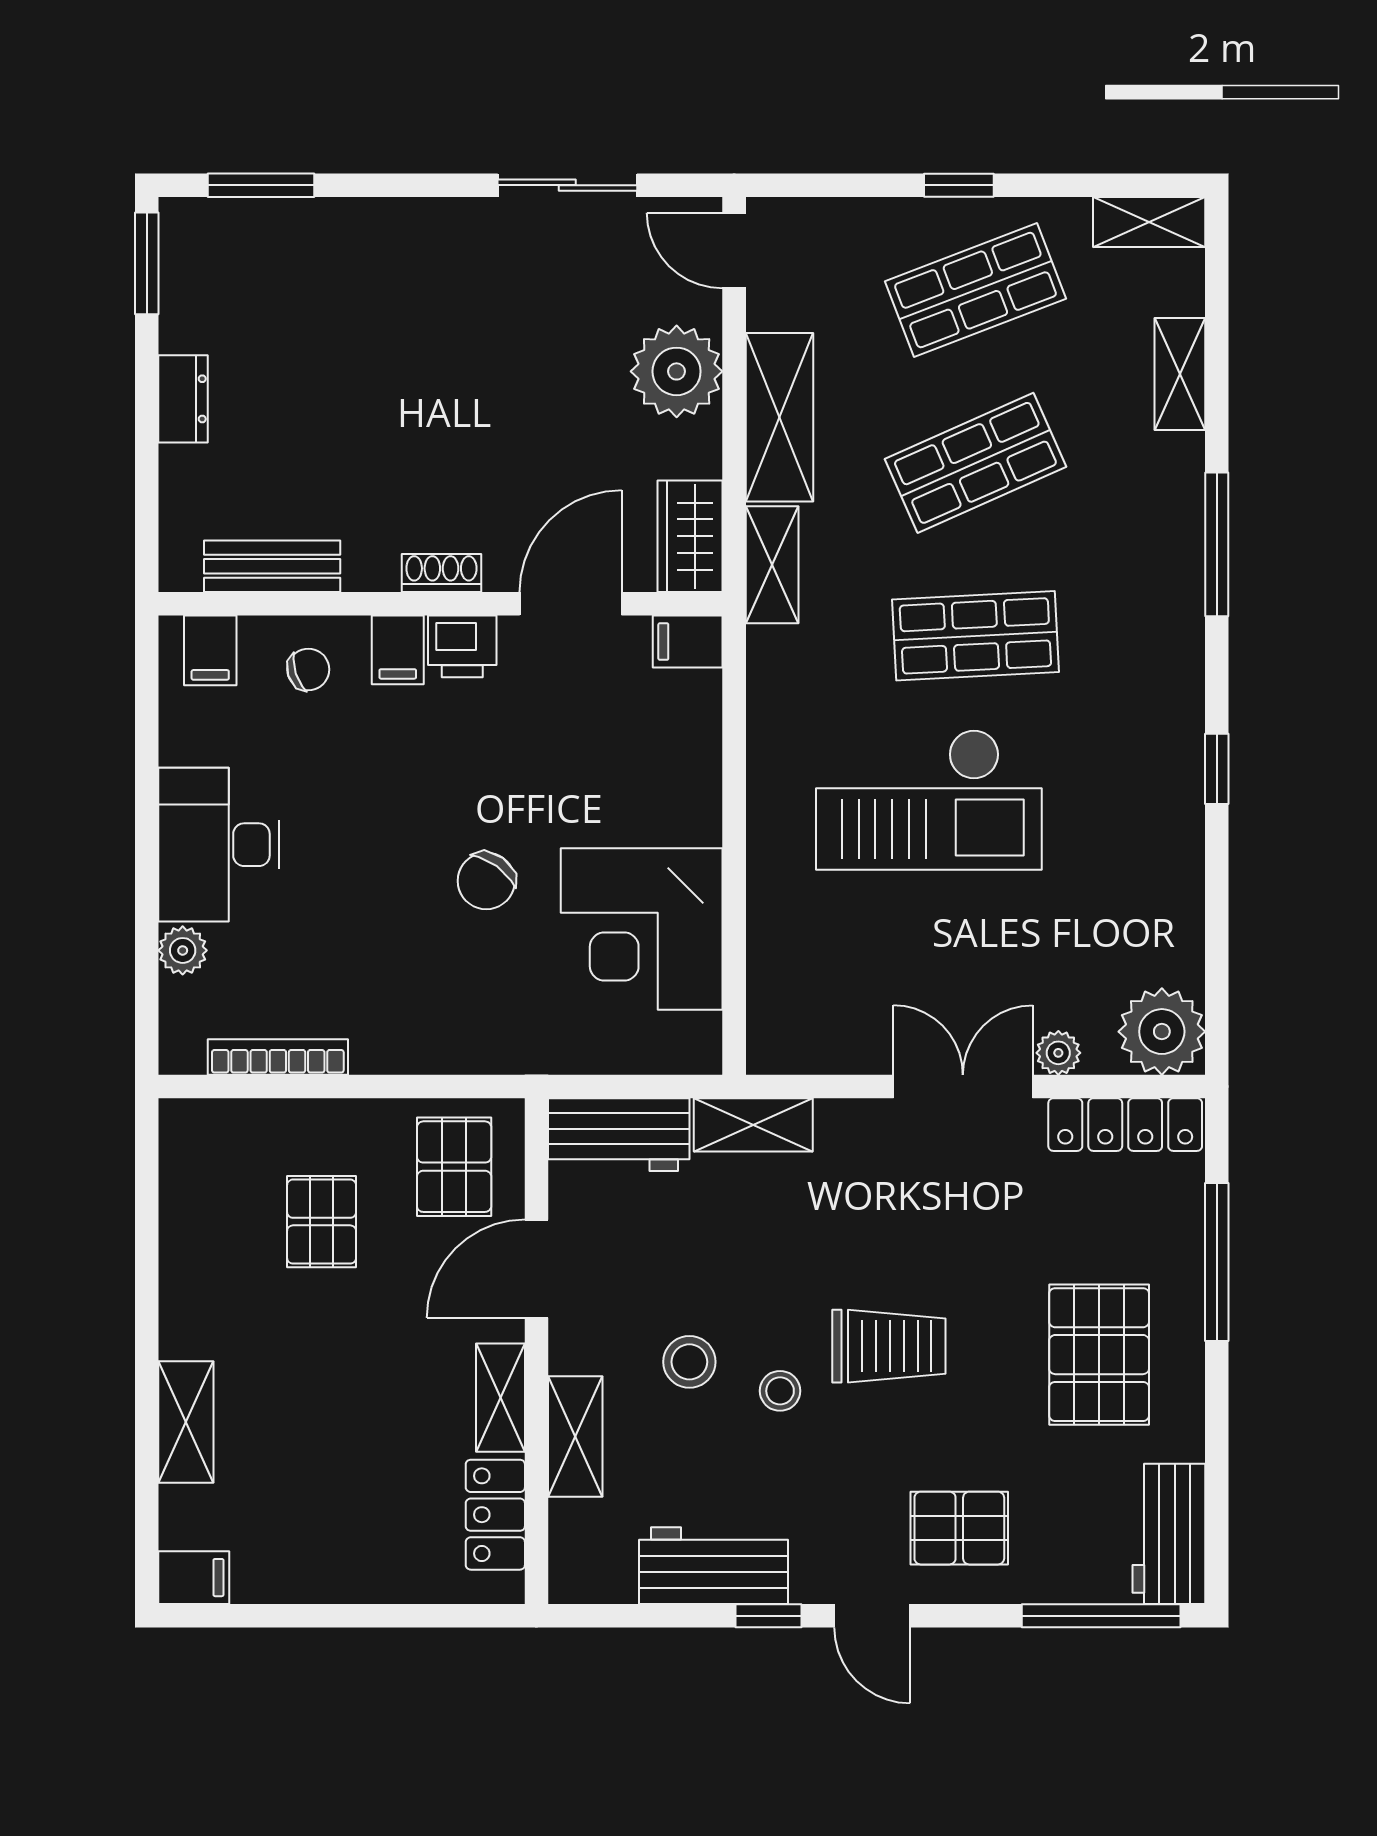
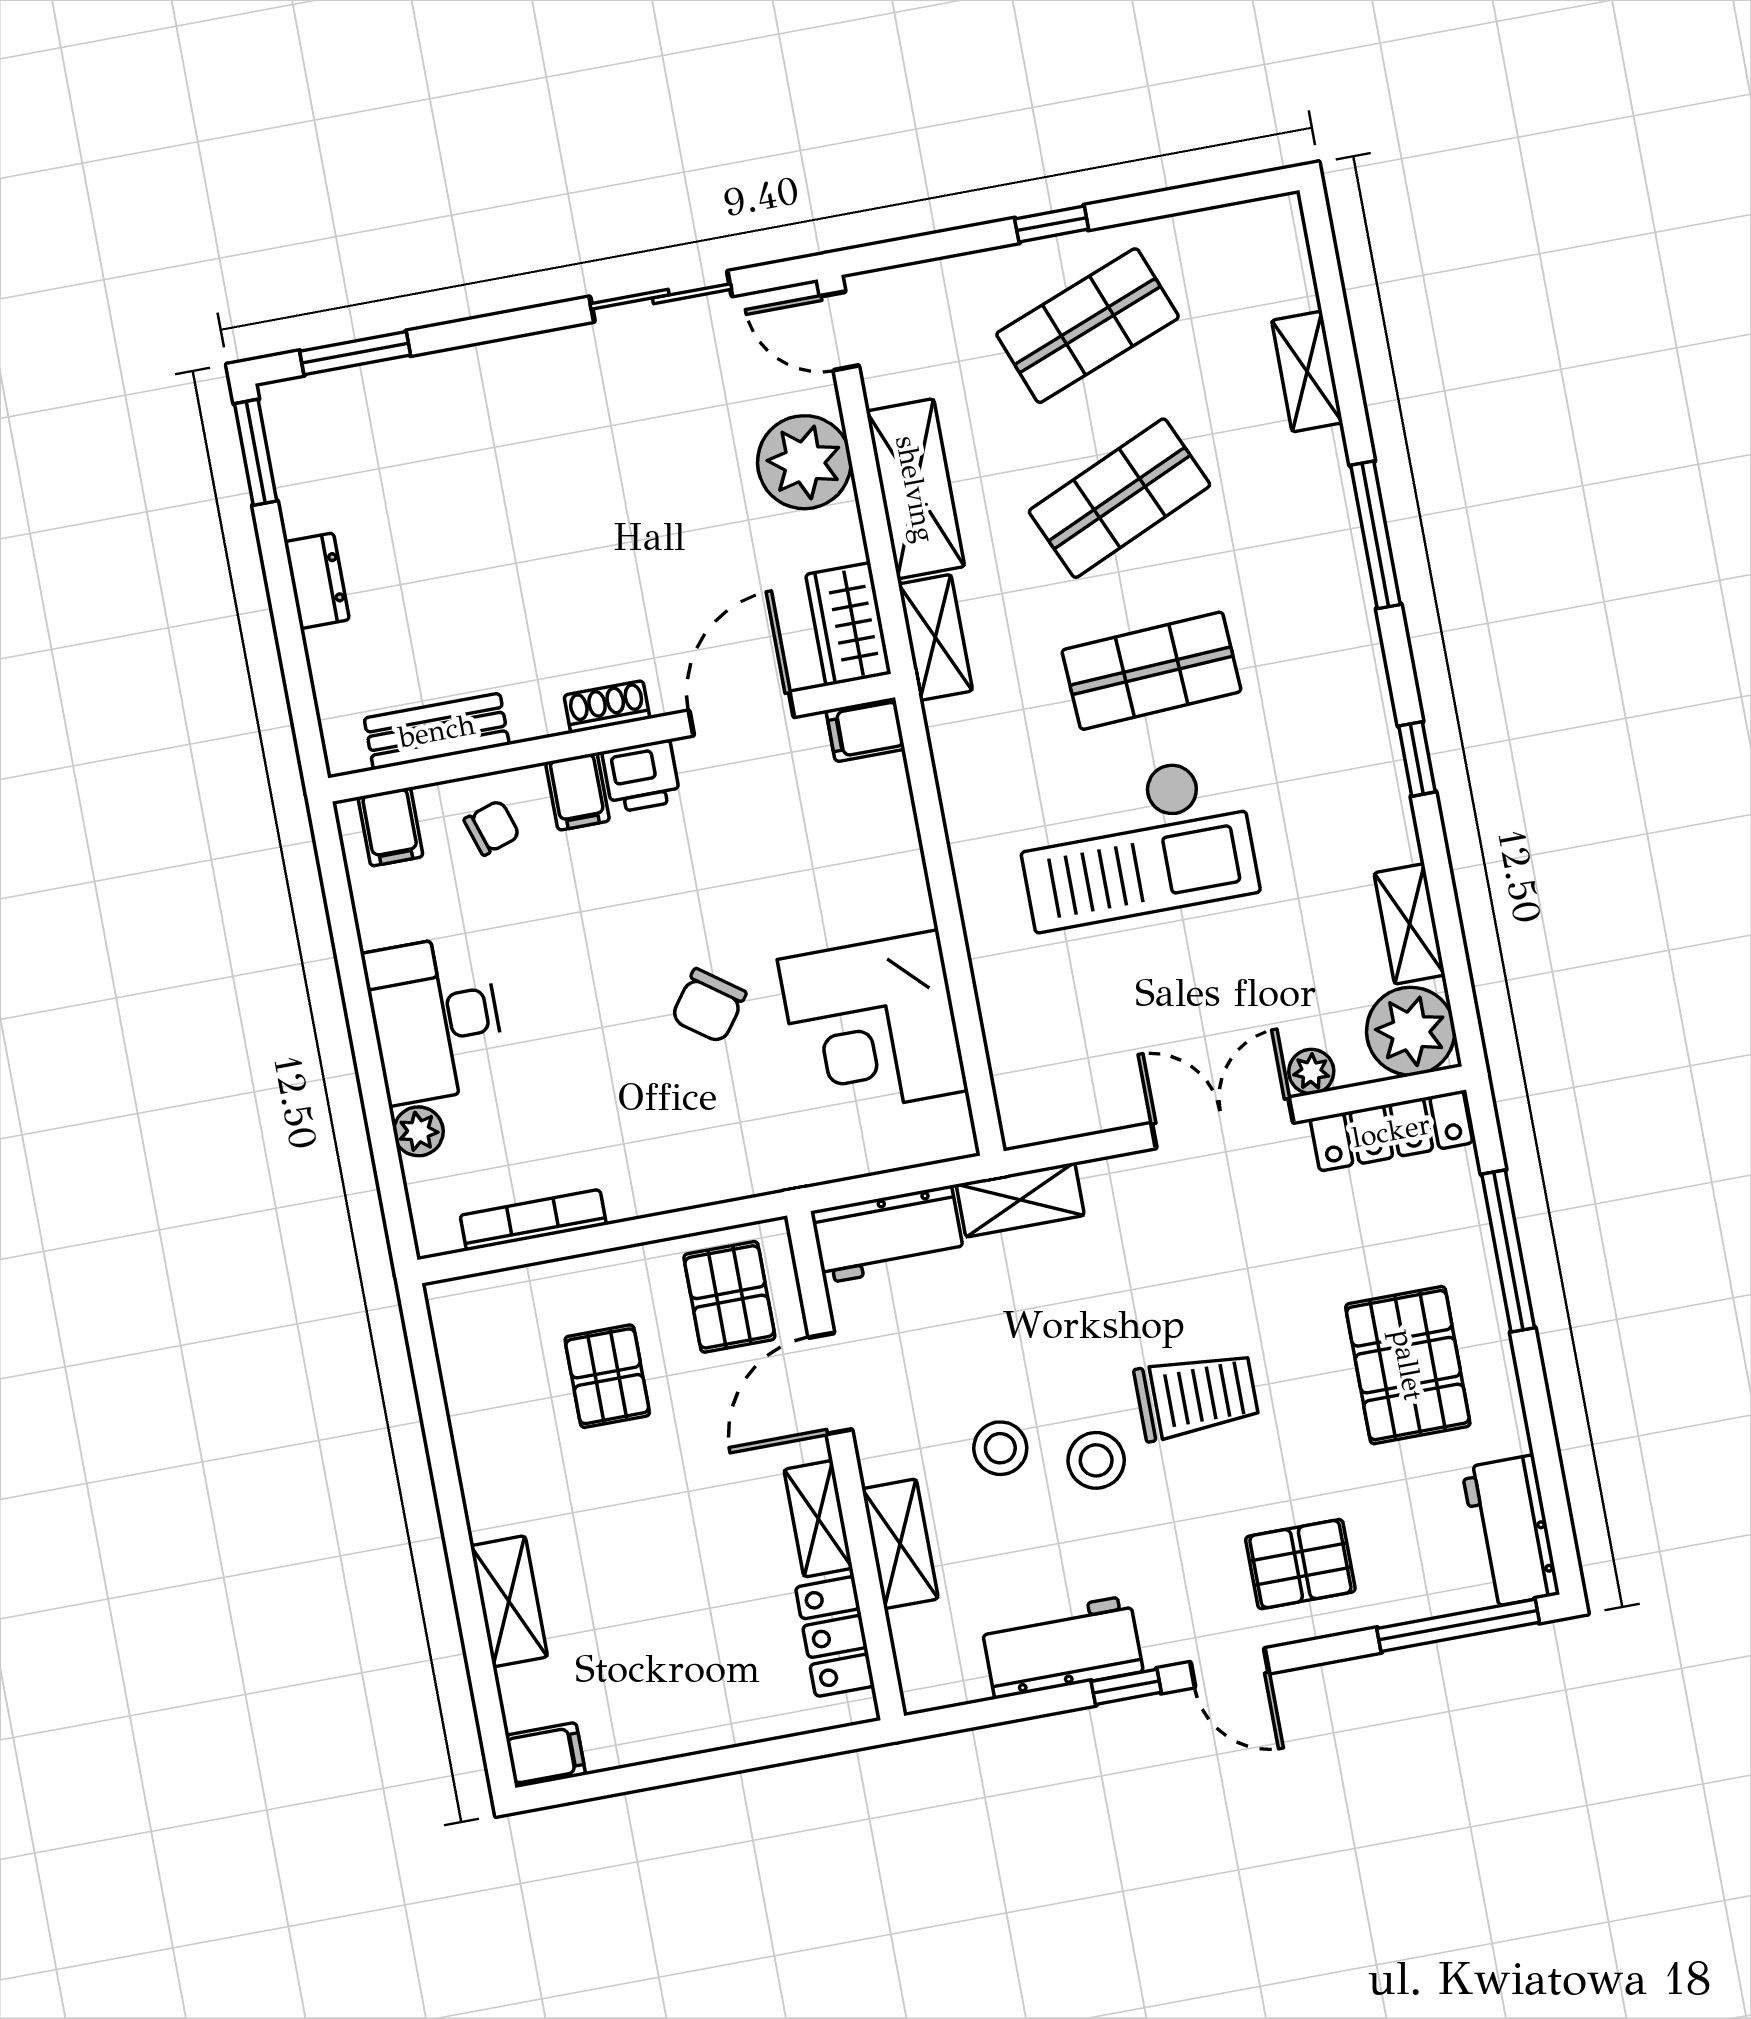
shelving: (1149, 222) -> (1409, 924), moved, turned 90
stool: (780, 1391) -> (1096, 1460), width x1.37, depth x1.37

